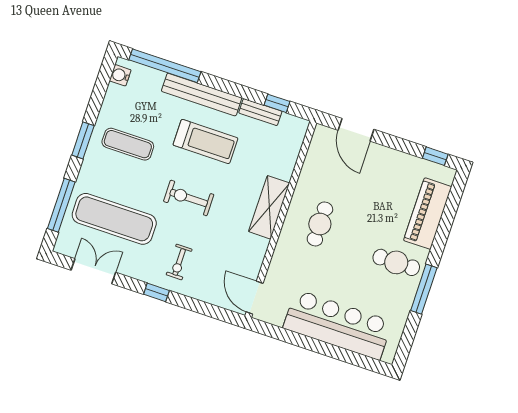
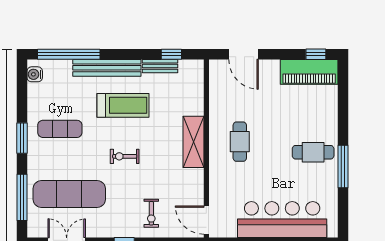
exercise bike: (189, 198) -> (125, 156), width x0.73, depth x0.72
piano: (428, 214) -> (309, 72), moved, turned -90
exercise bike: (179, 262) -> (151, 213), moved

